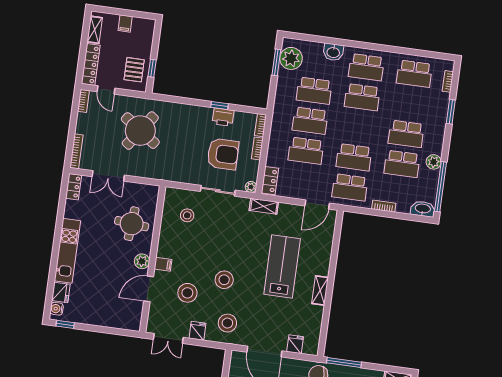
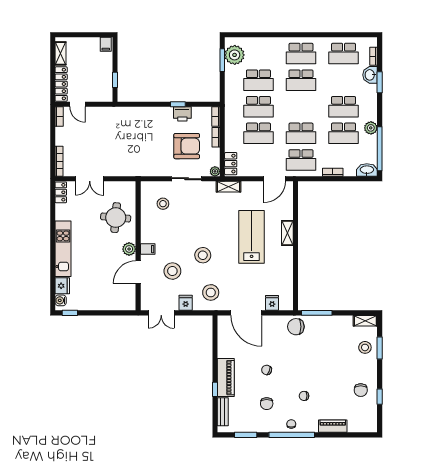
filing cabinet: (125, 23) -> (106, 44), moved
washbasin: (333, 52) -> (370, 75), moved, turned 90
pallet: (134, 70) -> (99, 83), removed
round table: (140, 131) -> (112, 136), removed
shelving: (320, 290) -> (287, 233), moved

